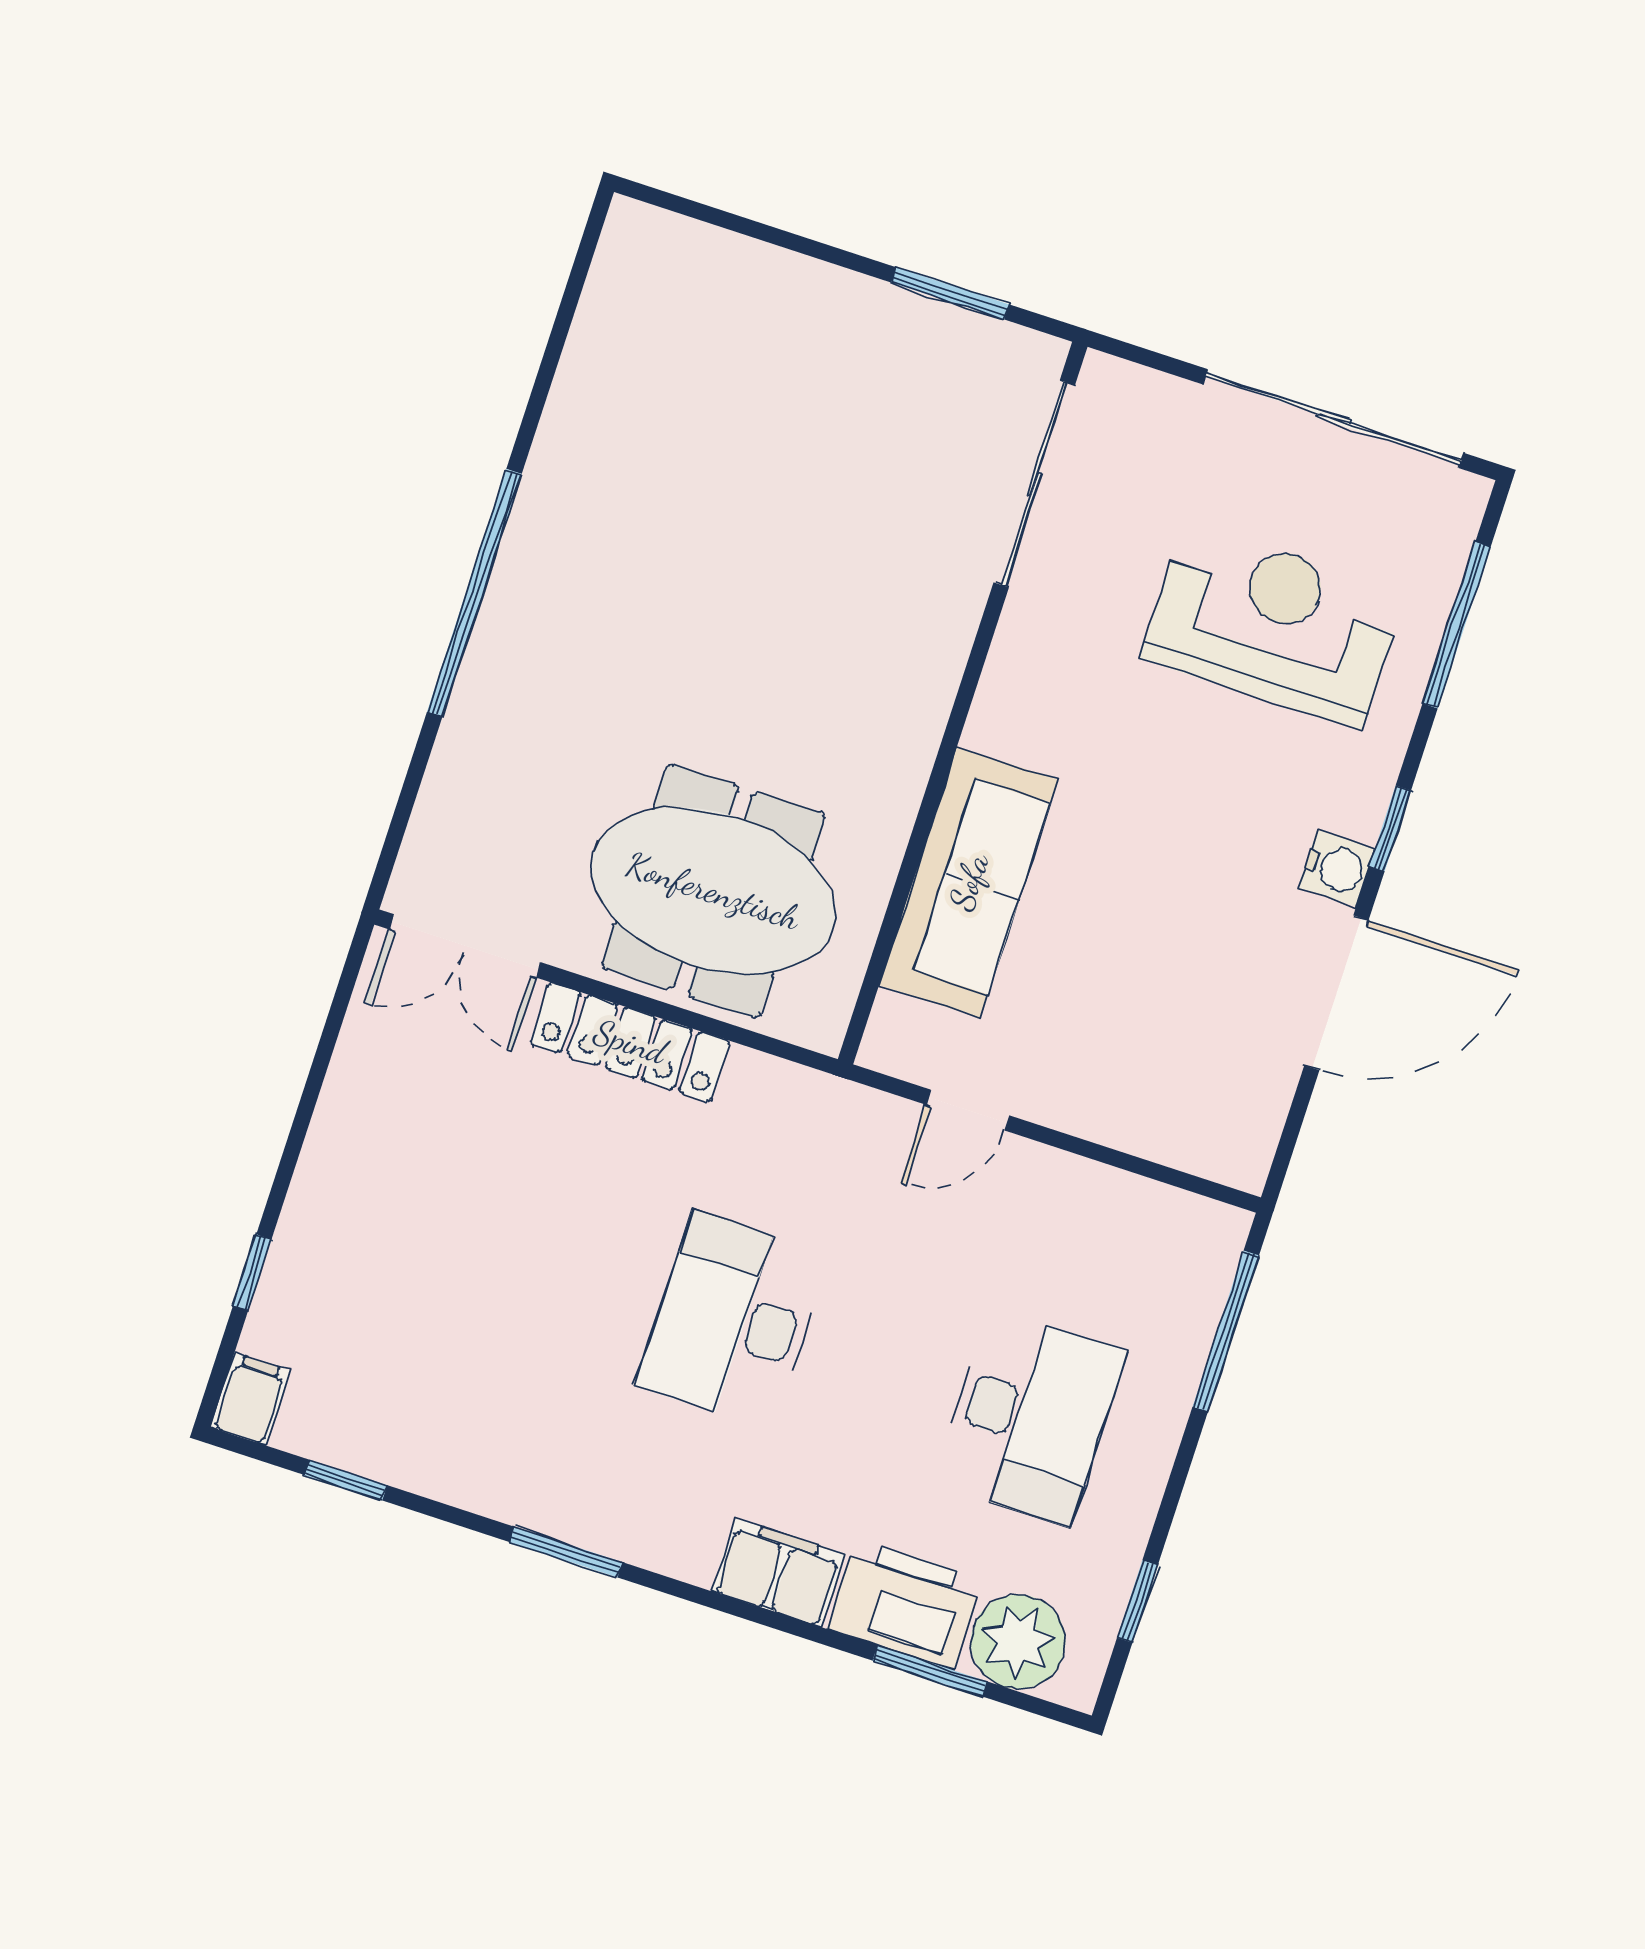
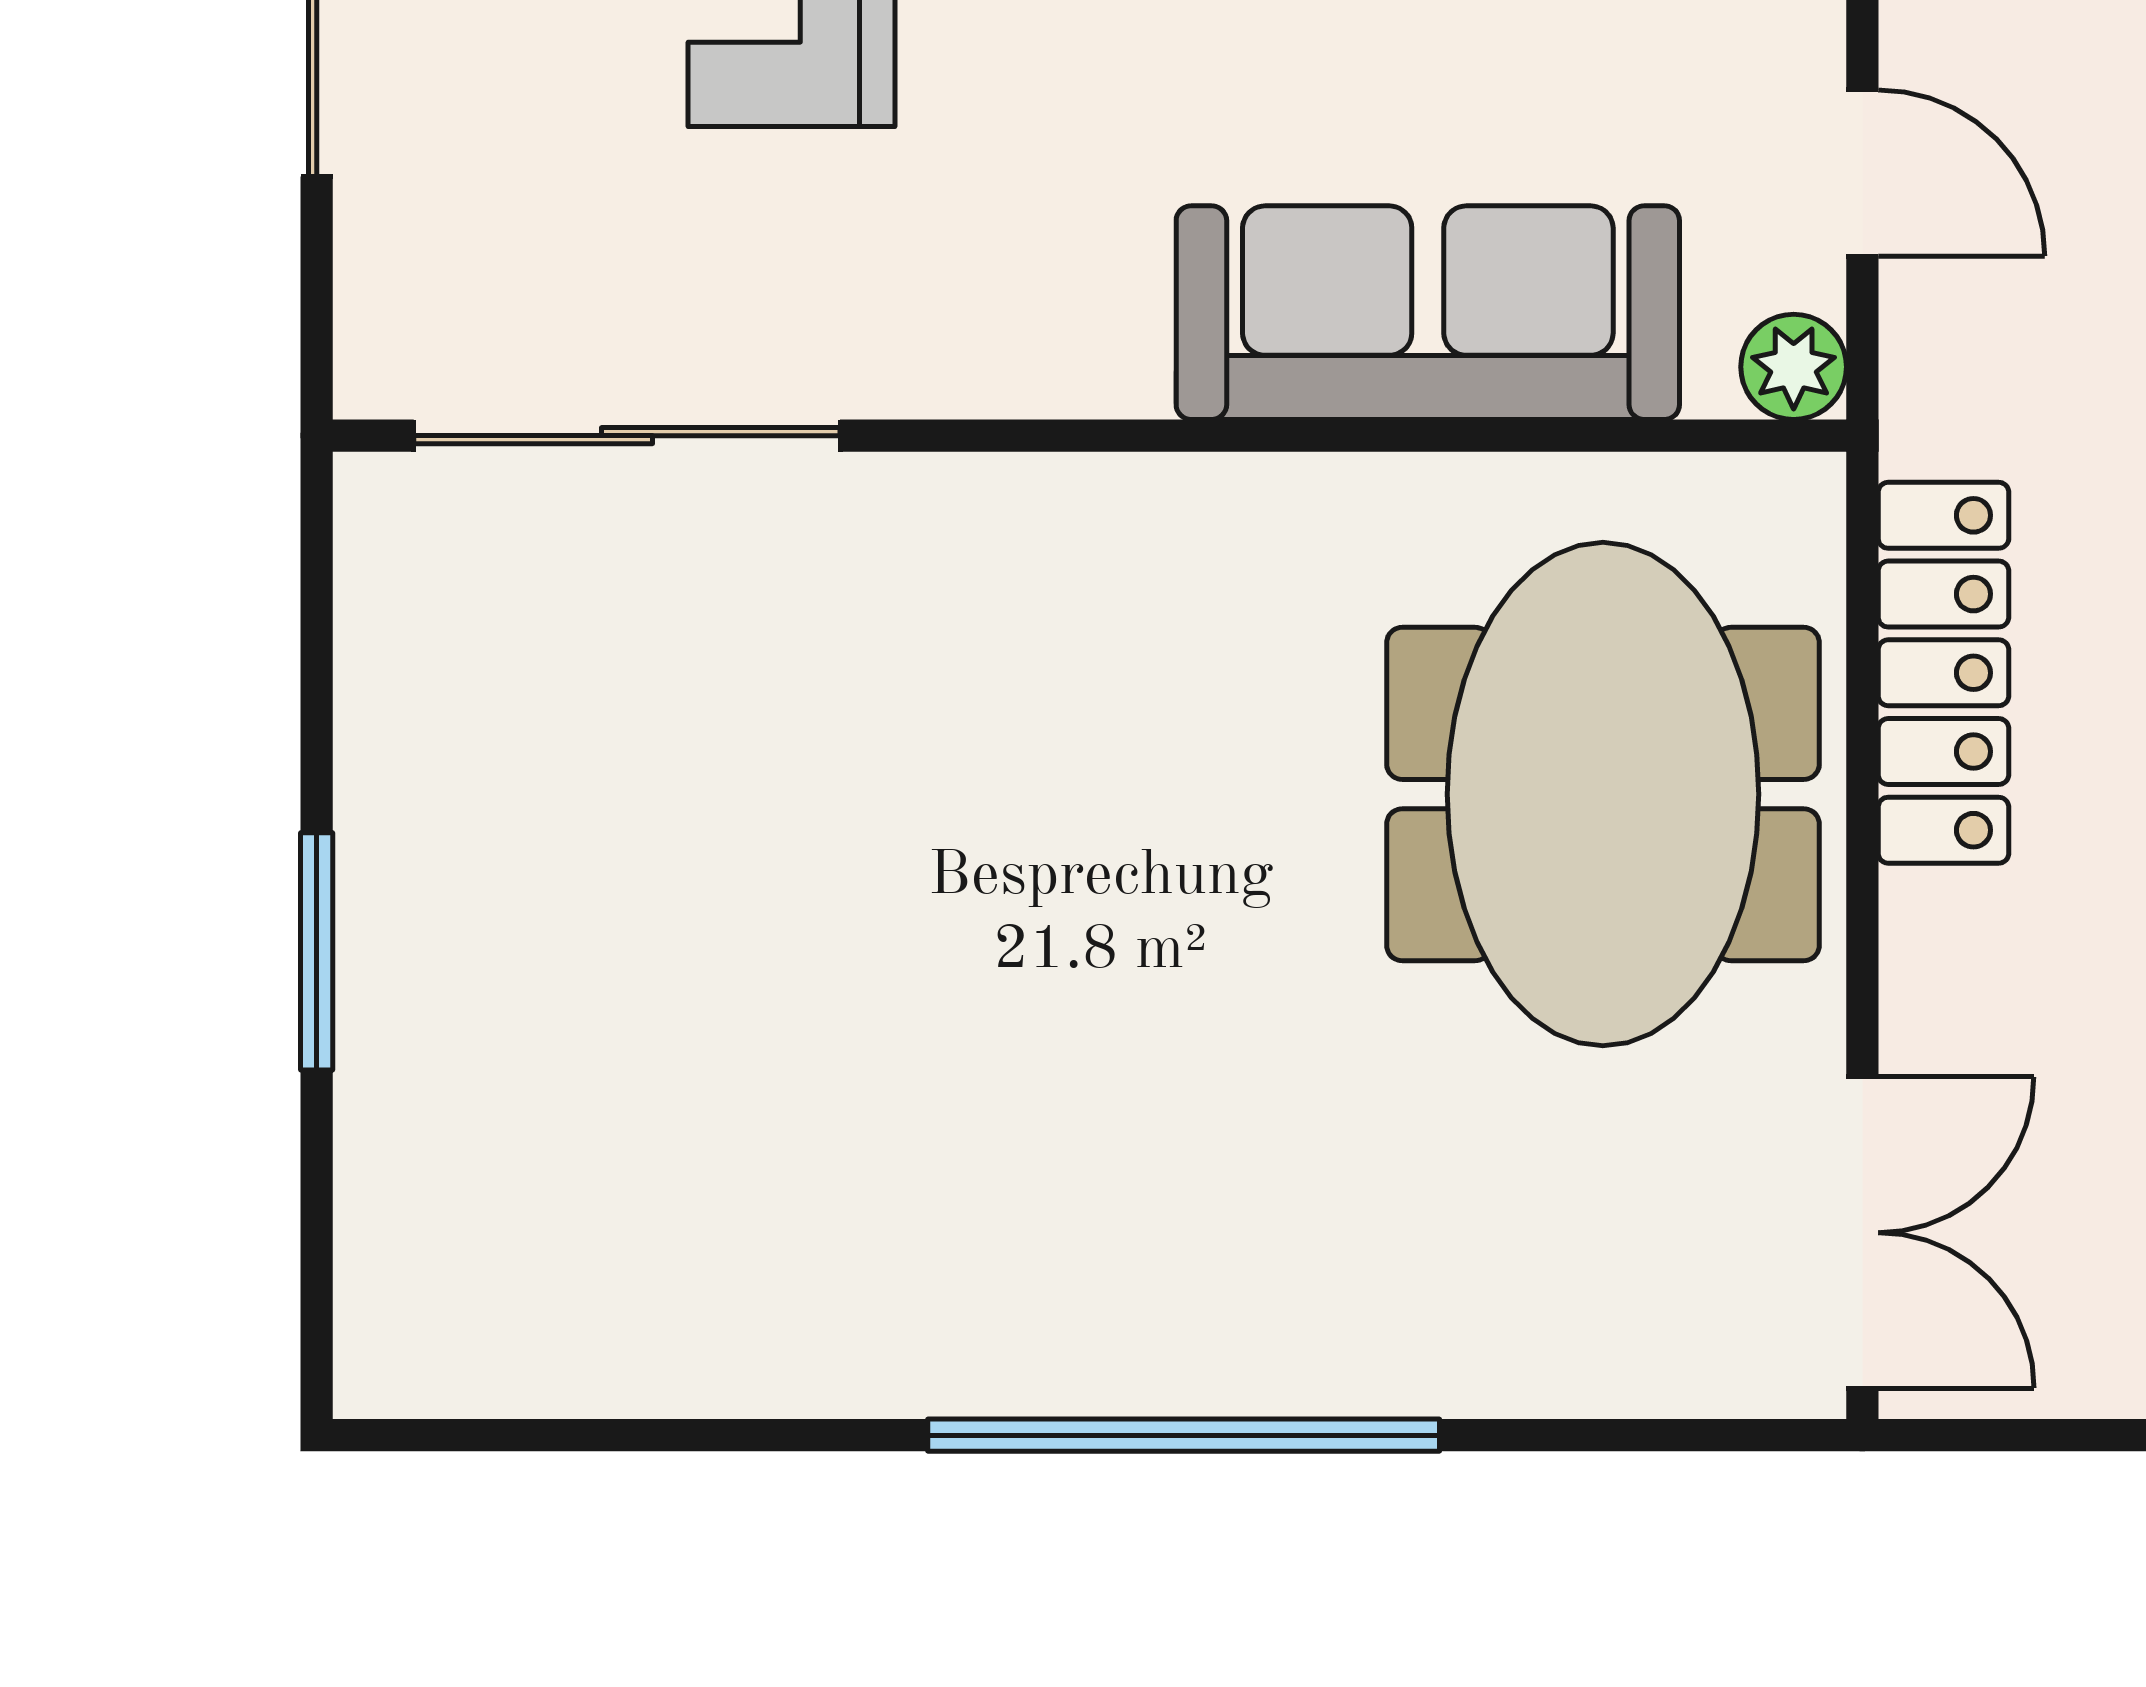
window: (950, 293) -> (317, 951), moved
locker: (630, 1042) -> (1943, 673), moved
plant: (886, 1047) -> (1794, 367), added

